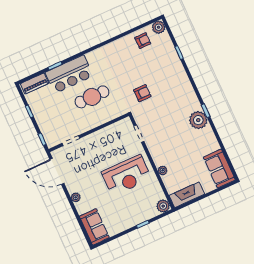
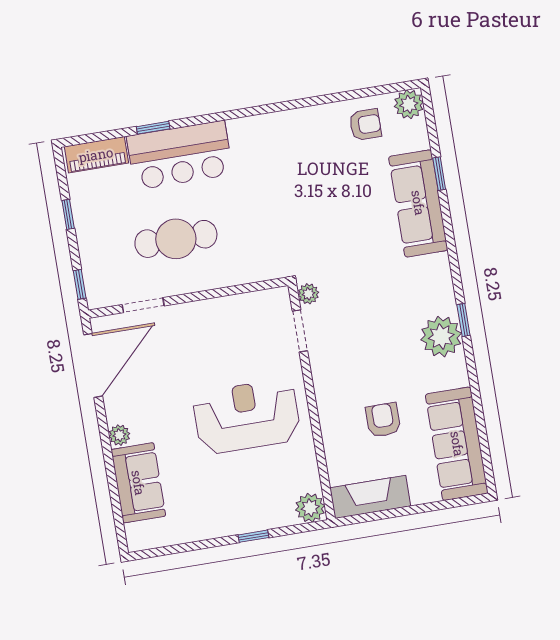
sofa: (174, 67) -> (418, 203), added
armchair: (142, 93) -> (383, 420), moved, turned -90
cafe table: (92, 97) -> (176, 239), moved
sofa: (219, 169) -> (457, 444), width x1.36
plant: (163, 170) -> (308, 294), moved
door: (57, 171) -> (93, 365), swing flipped
reception desk: (126, 175) -> (247, 416), turned 180
sofa: (94, 227) -> (138, 483), moved

